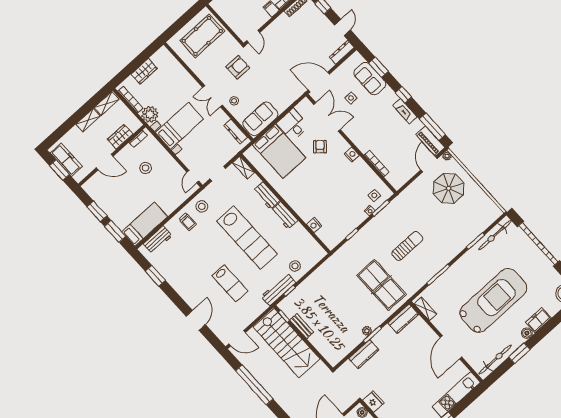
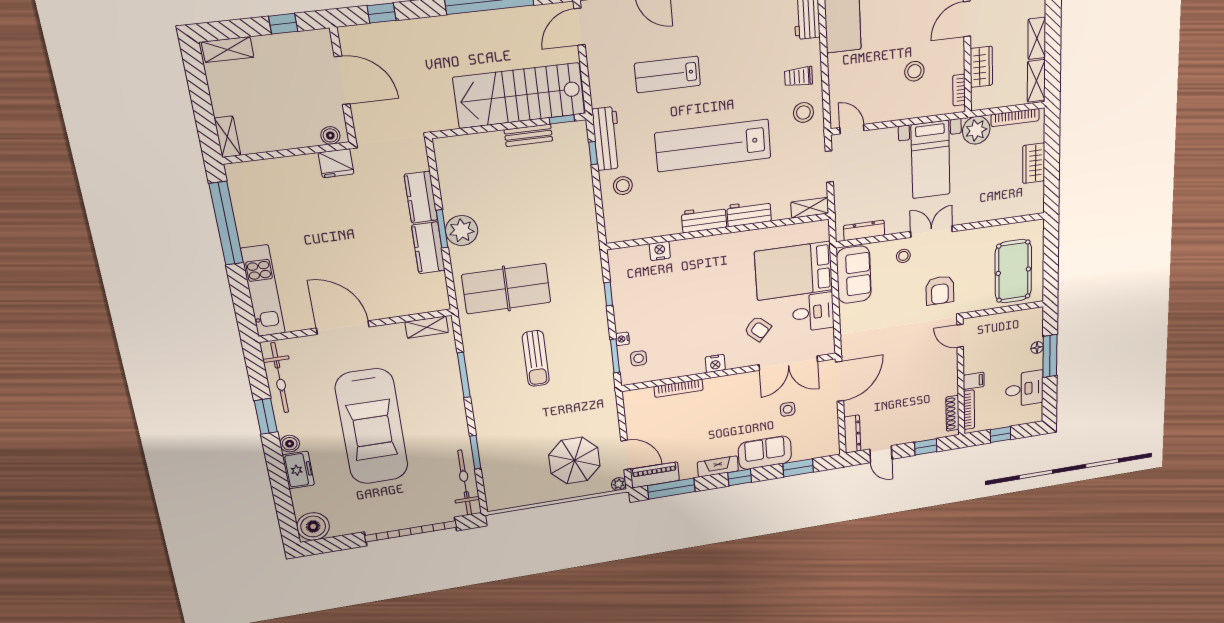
sofa: (370, 79) -> (765, 453), moved
kitchen counter: (403, 319) -> (428, 248), moved
plant: (367, 331) -> (462, 231), width x1.87, depth x1.87

